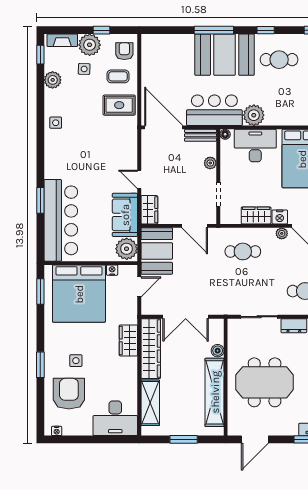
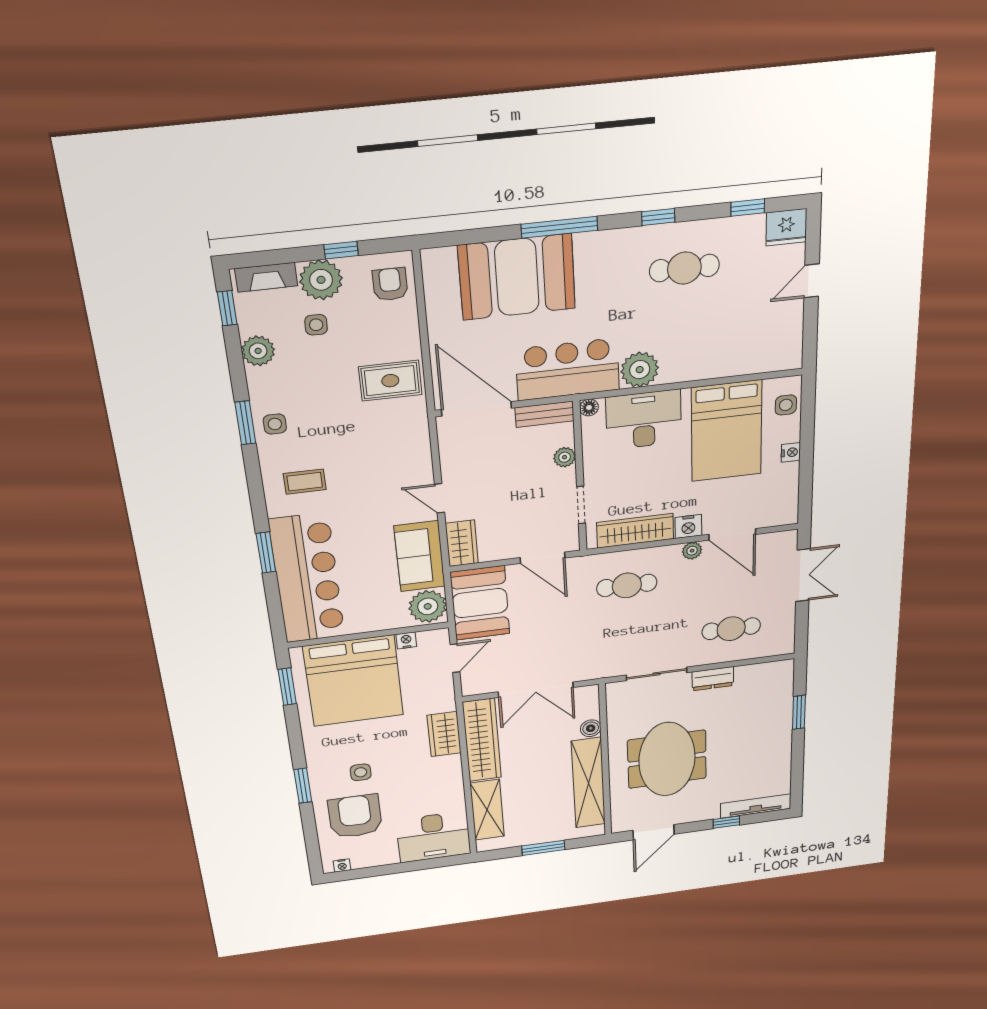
booth: (225, 55) -> (517, 277), moved
coffee table: (118, 76) -> (305, 482), moved
window: (40, 120) -> (245, 423), added
wardrobe: (256, 215) -> (635, 531), width x1.50
meeting table: (265, 382) -> (667, 759), turned 90

